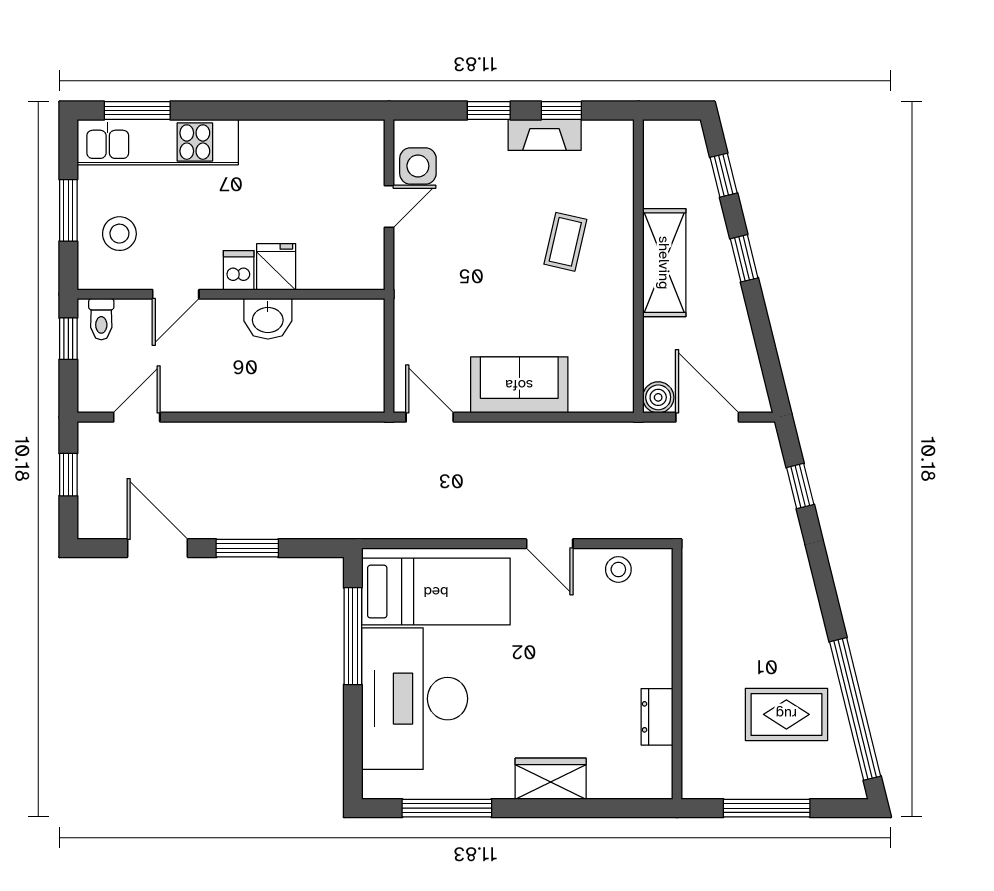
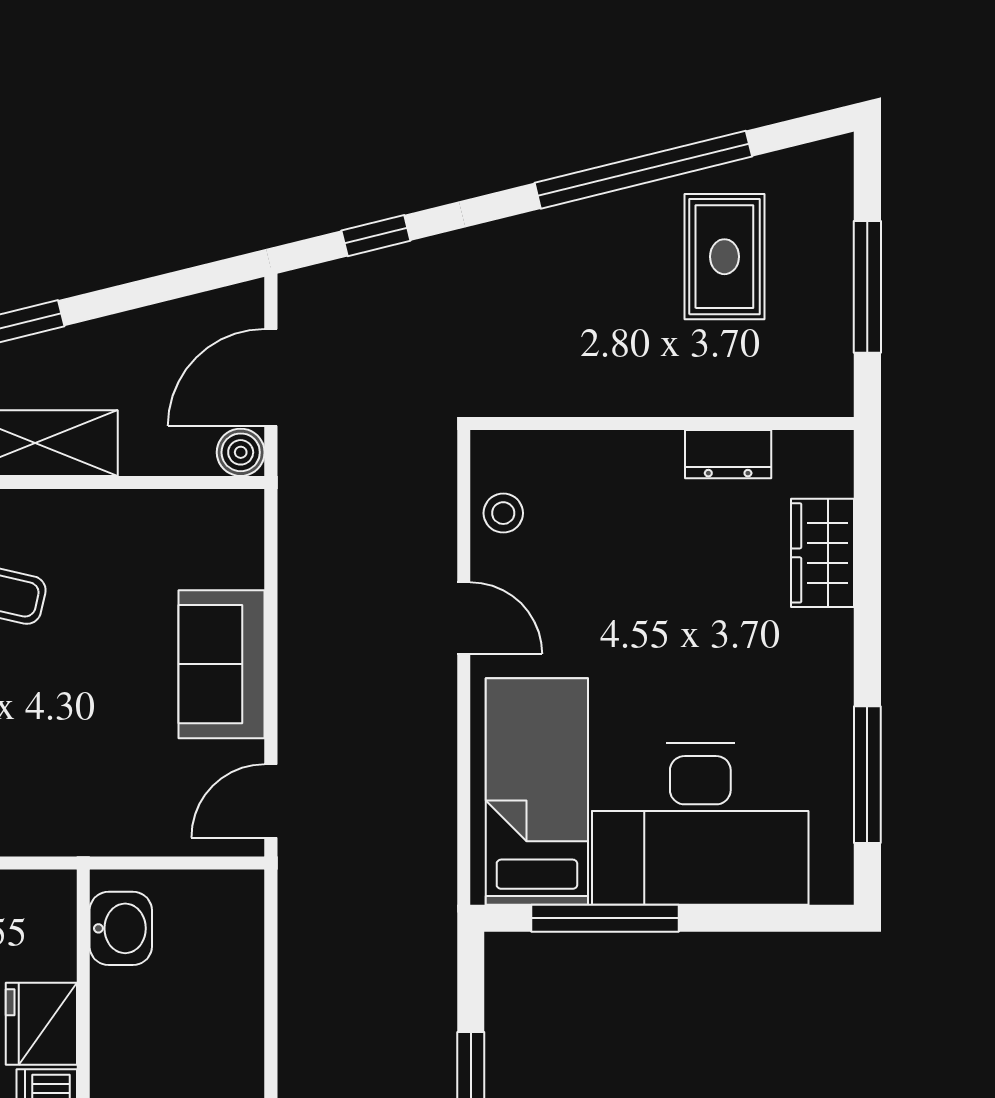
fridge: (276, 267) -> (41, 1024), width x1.38
washbasin: (268, 319) -> (121, 928), moved
door: (550, 544) -> (464, 618), hinge flipped
window: (855, 709) -> (643, 170), moved
wardrobe: (551, 779) -> (823, 553), moved

